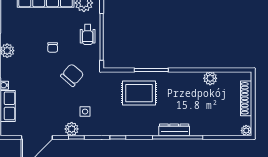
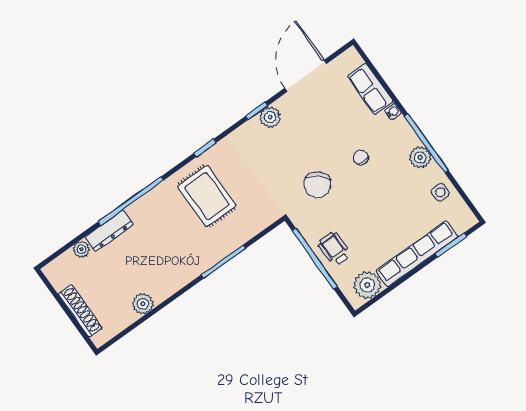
chair: (53, 47) -> (361, 157), moved
rug: (139, 93) -> (207, 196), moved, turned 90
side table: (85, 112) -> (440, 192), moved
dresser: (174, 130) -> (109, 231), moved
plant: (246, 131) -> (81, 249), moved

